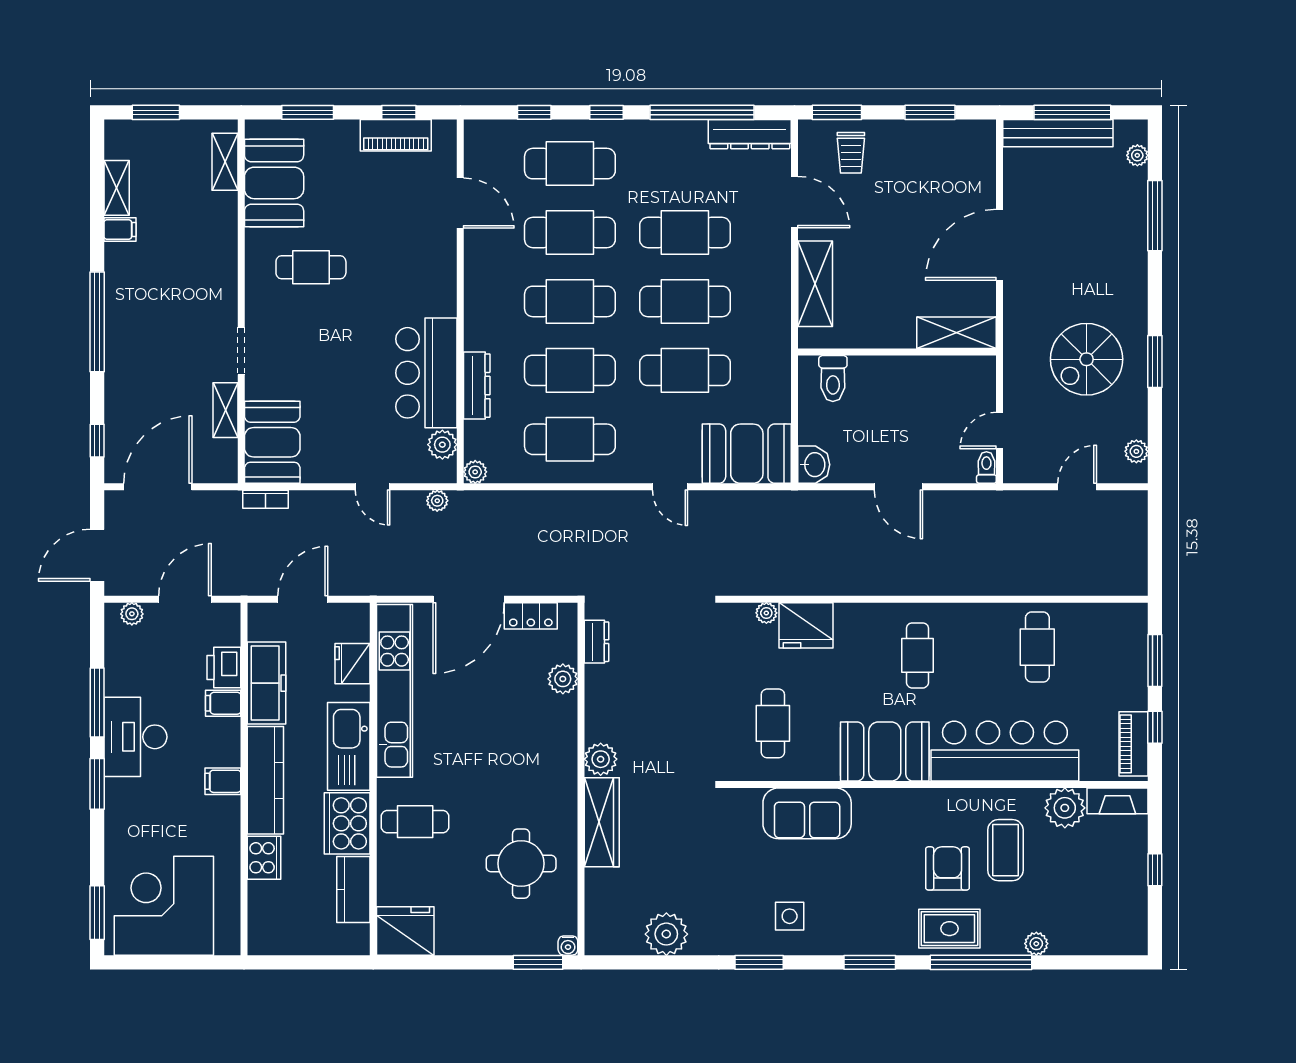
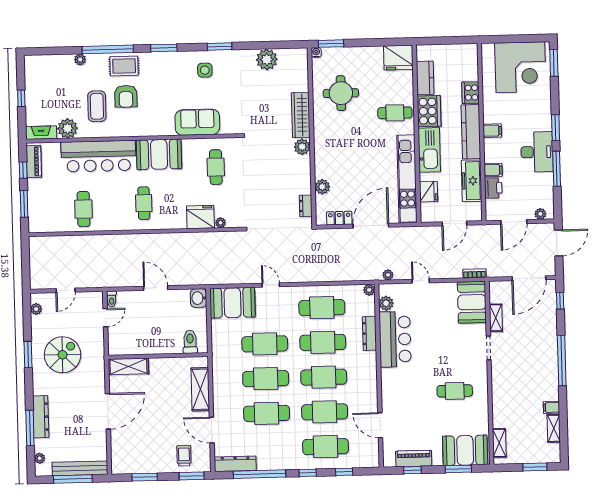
booth: (274, 183) -> (465, 450), moved, turned 90
dresser: (1133, 237) -> (41, 417), added

